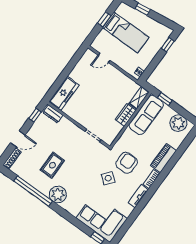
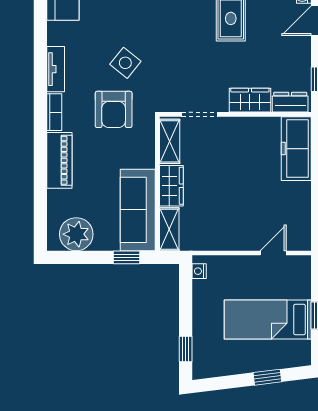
wardrobe: (69, 126) -> (250, 100), added
shelving: (113, 133) -> (170, 141), added

